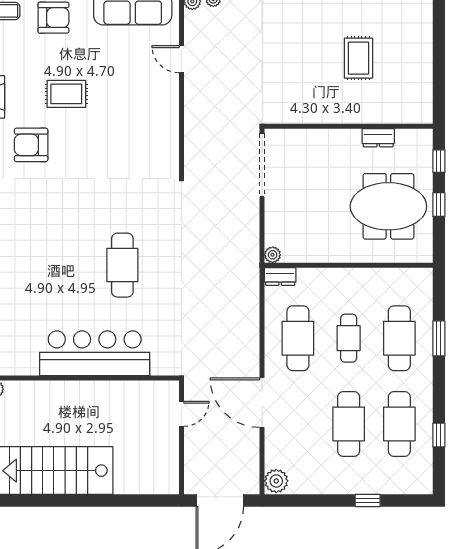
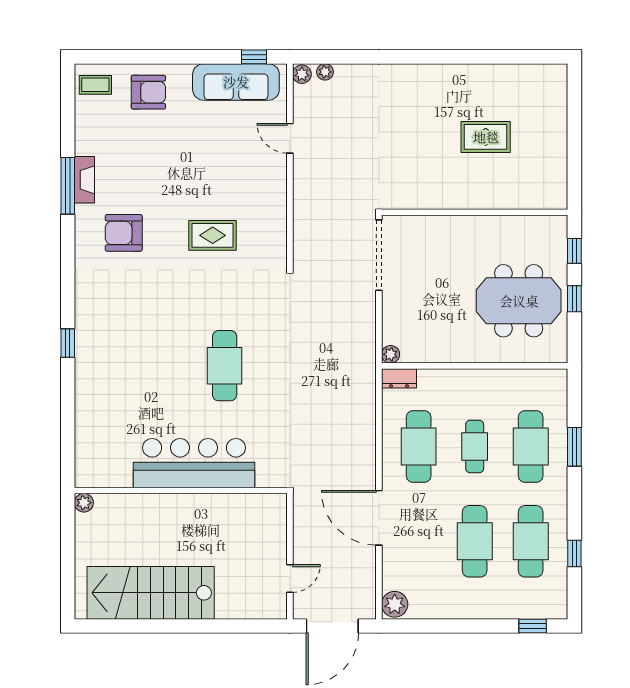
rug: (358, 58) -> (486, 137), turned 90
rug: (66, 94) -> (213, 235), moved
dresser: (378, 138) -> (507, 225), removed
door: (181, 414) -> (290, 578), moved
window: (368, 501) -> (533, 626), moved

